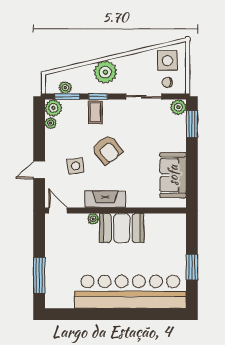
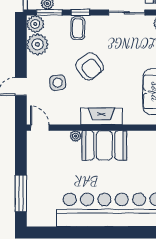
plant: (51, 123) -> (37, 44), width x1.88, depth x1.88
fireplace: (105, 199) -> (102, 116), moved

